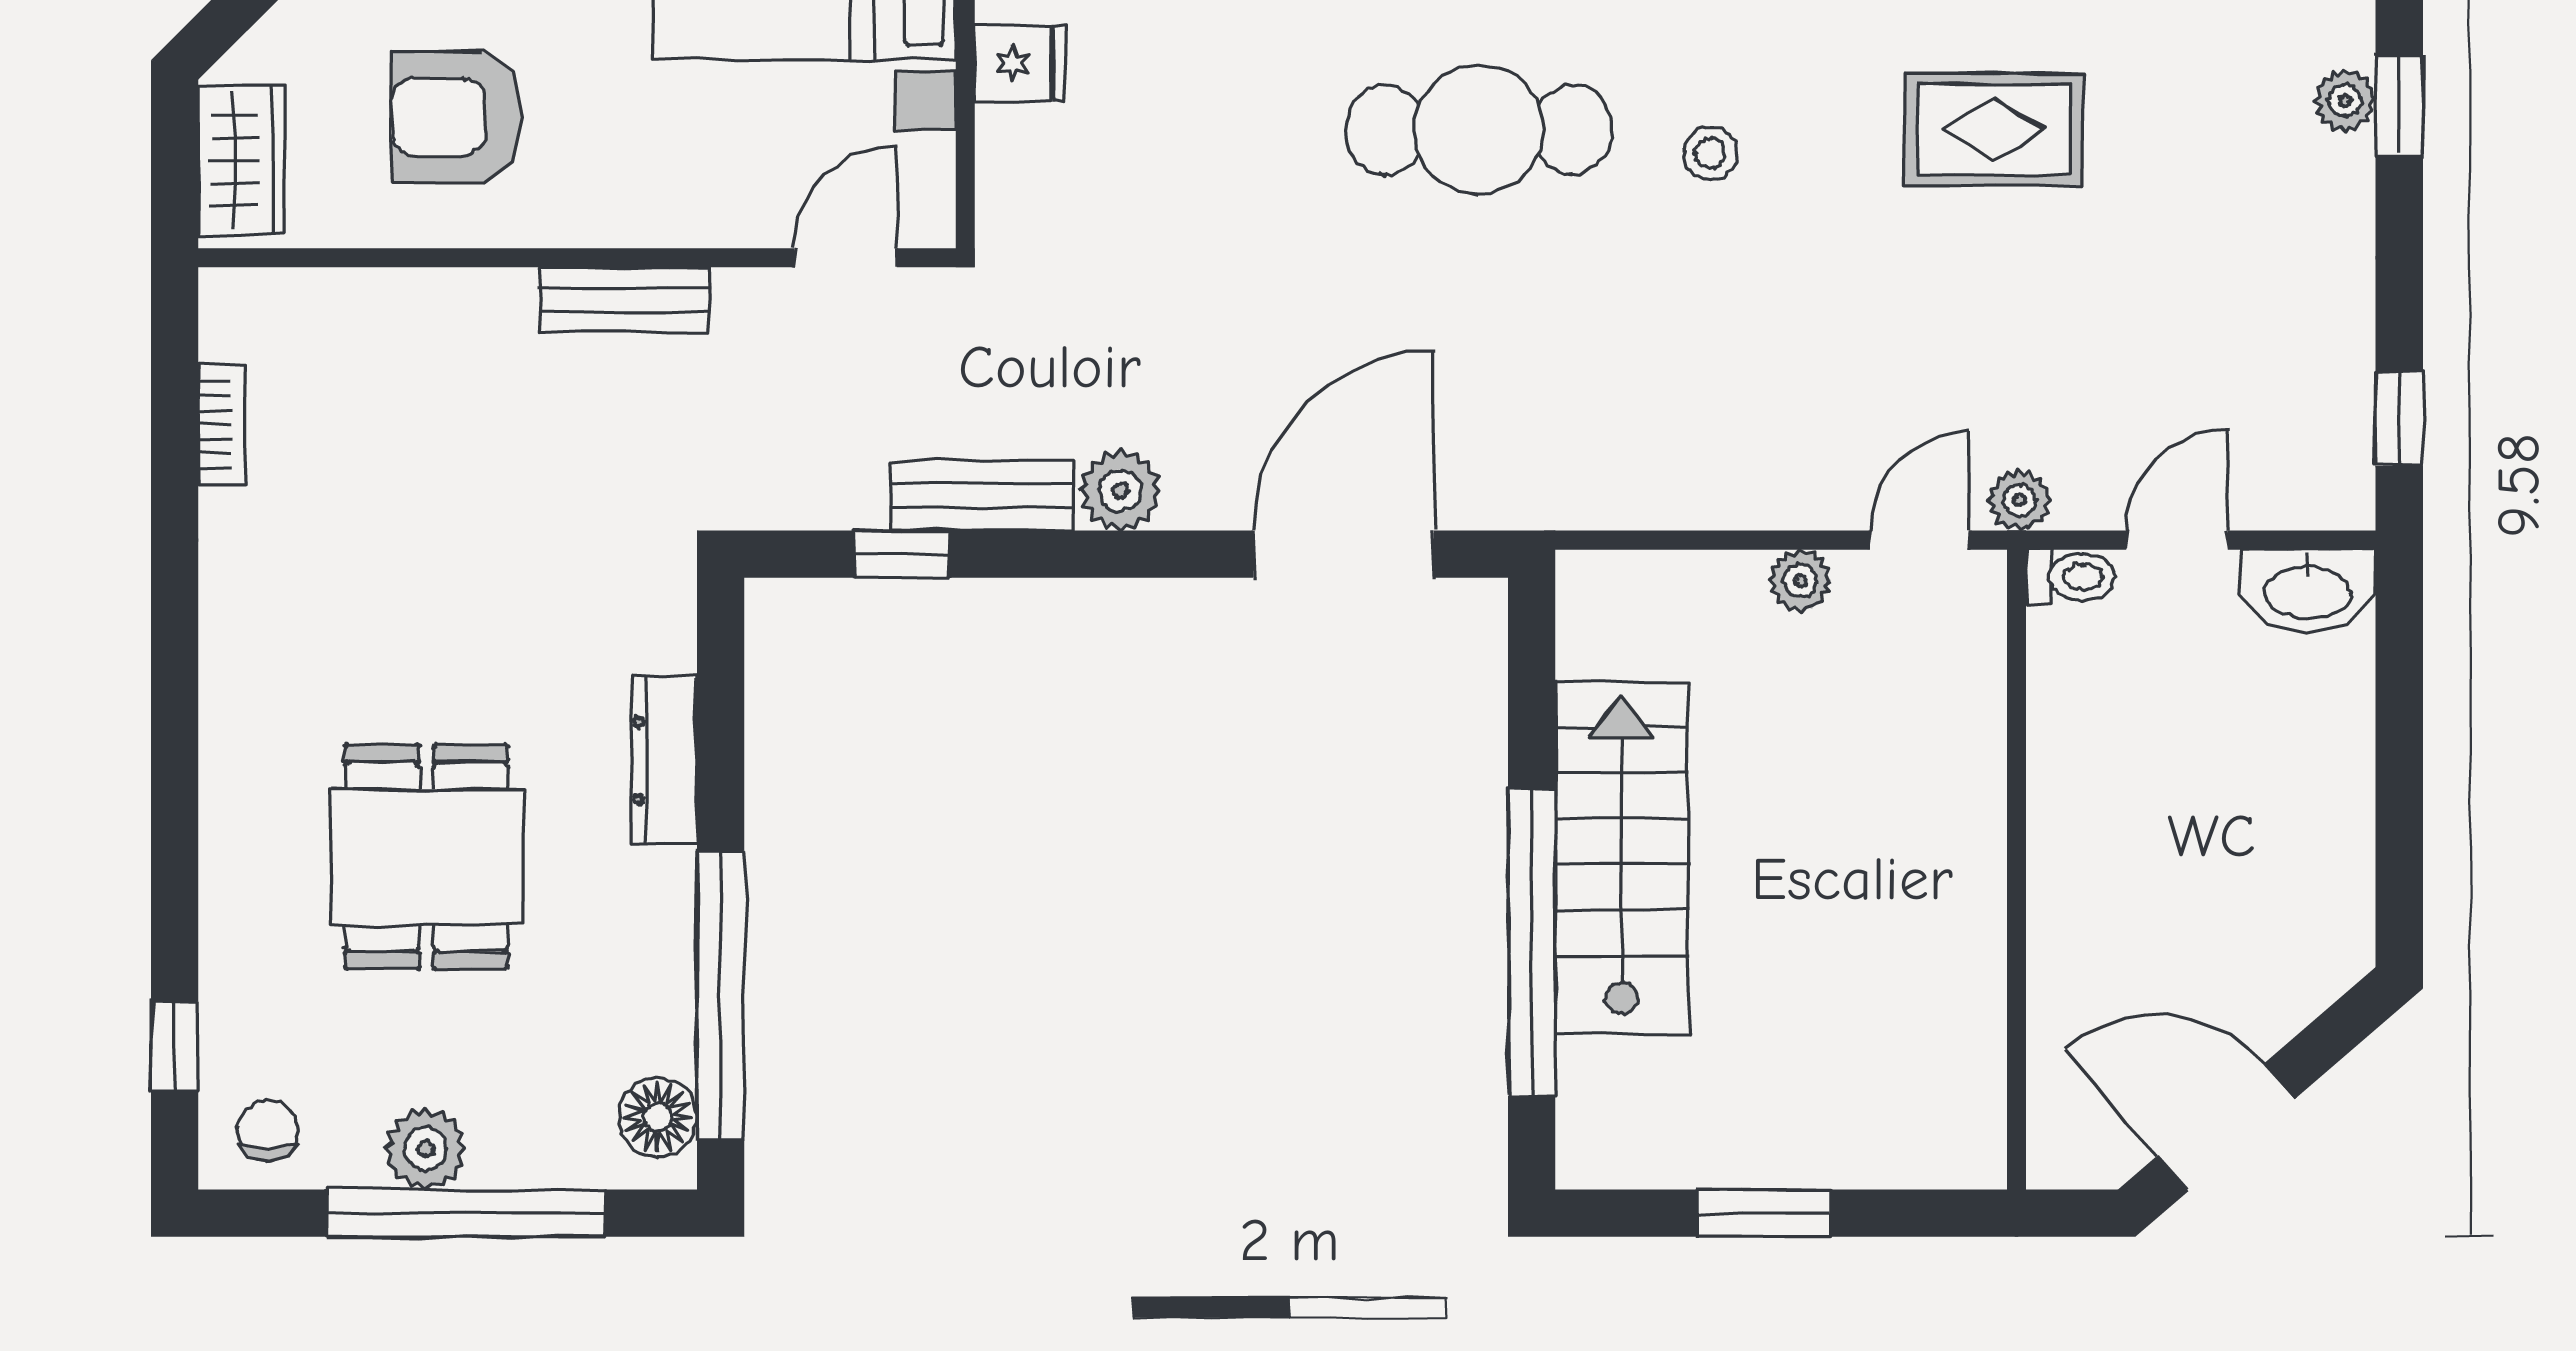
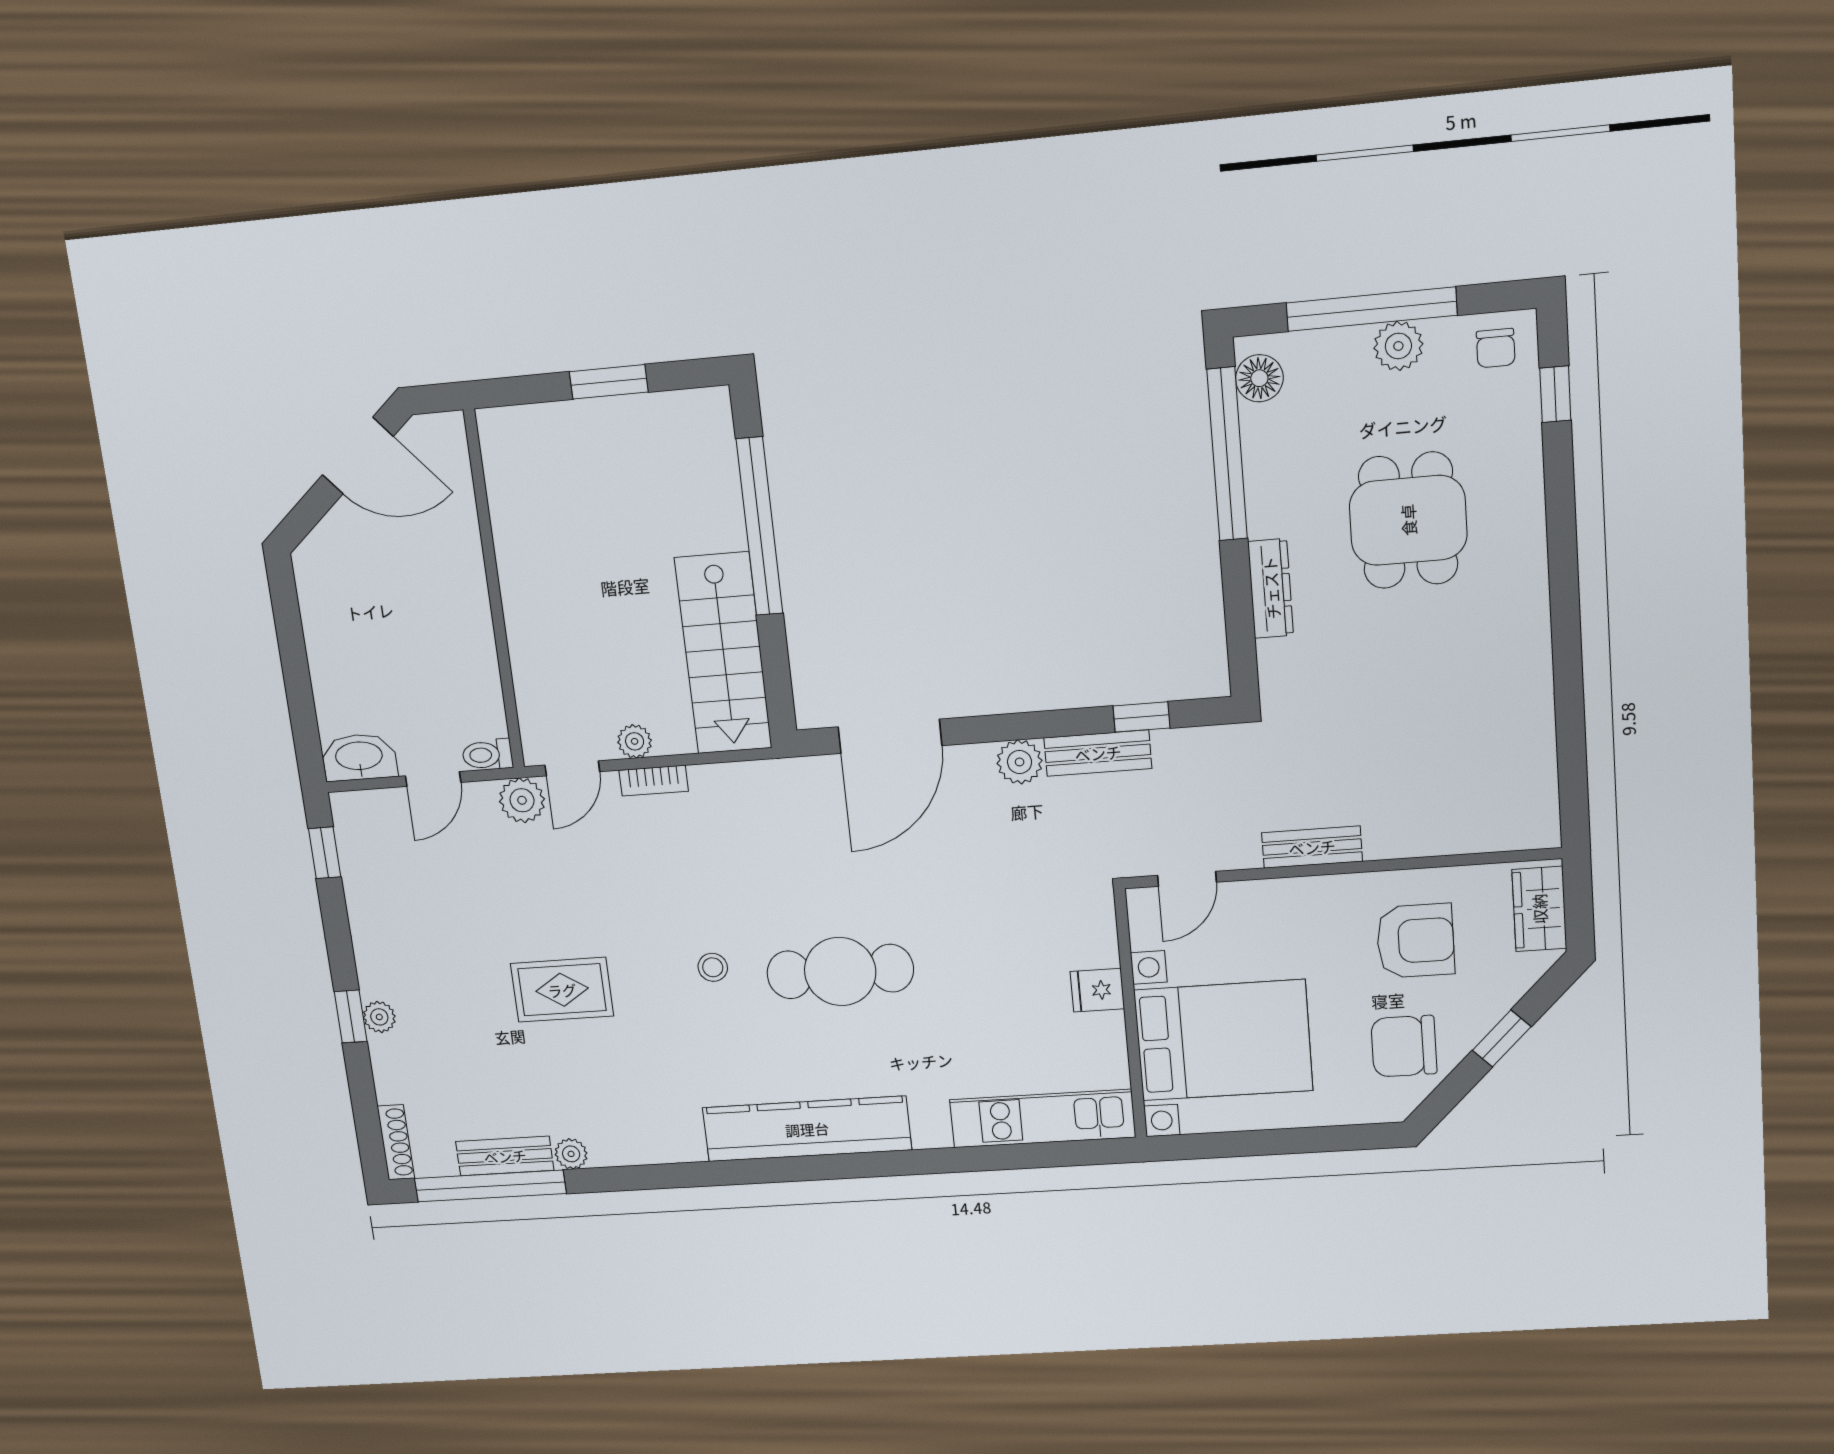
bookcase: (222, 424) -> (654, 781), moved, turned -90
plant: (2019, 500) -> (522, 800), width x1.38, depth x1.38
stairs: (1622, 858) -> (723, 653), moved

